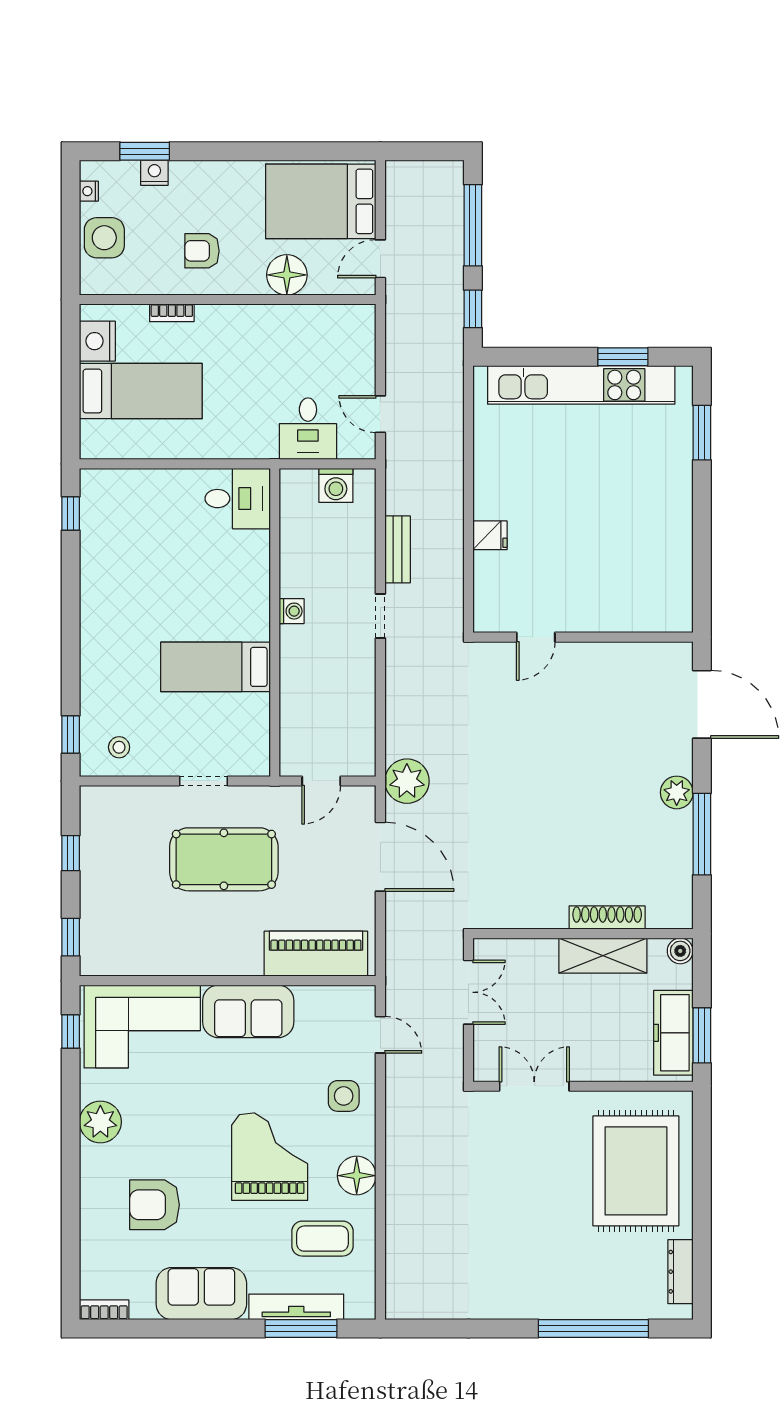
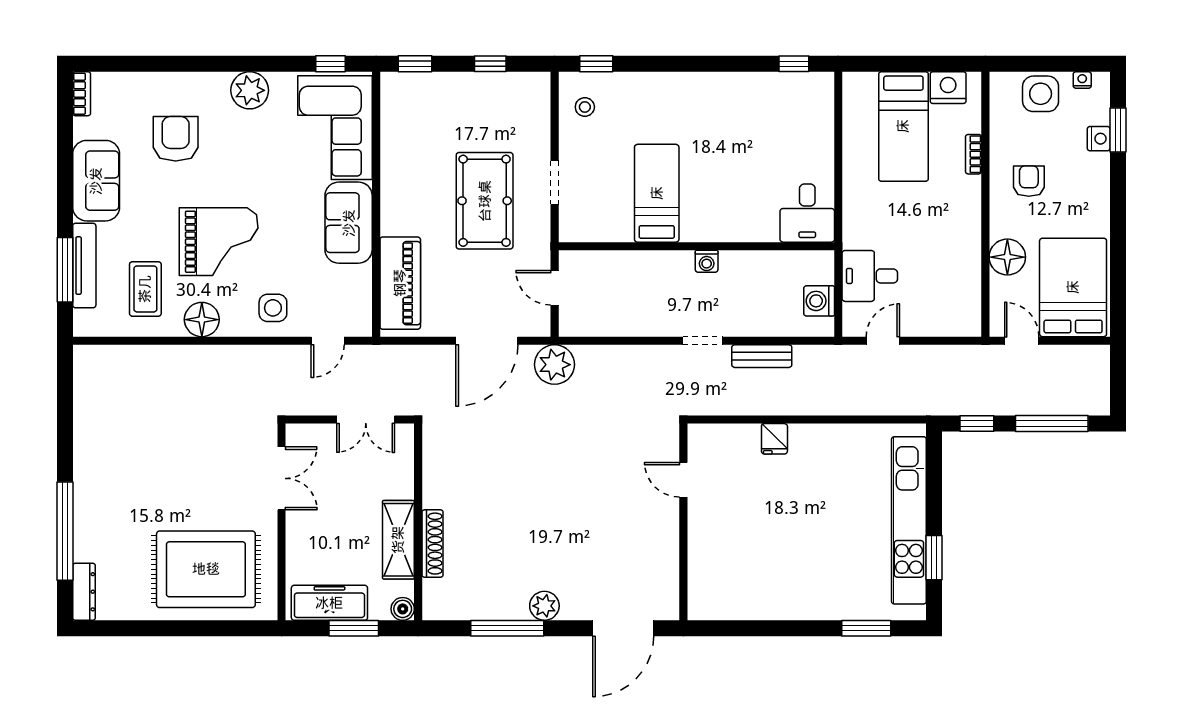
window: (702, 1035) -> (354, 628), moved
dresser: (681, 1272) -> (84, 592), moved, turned 90

